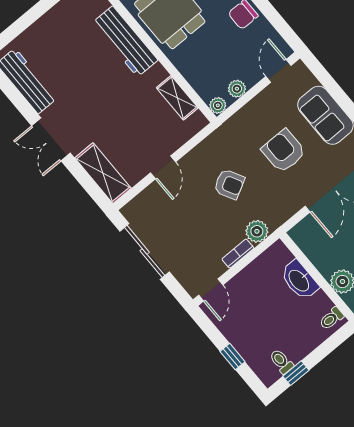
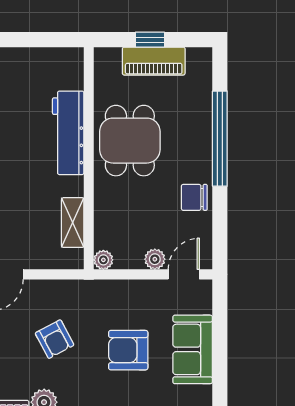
plant: (237, 89) -> (155, 259), moved
armchair: (284, 151) -> (128, 350), turned -90

